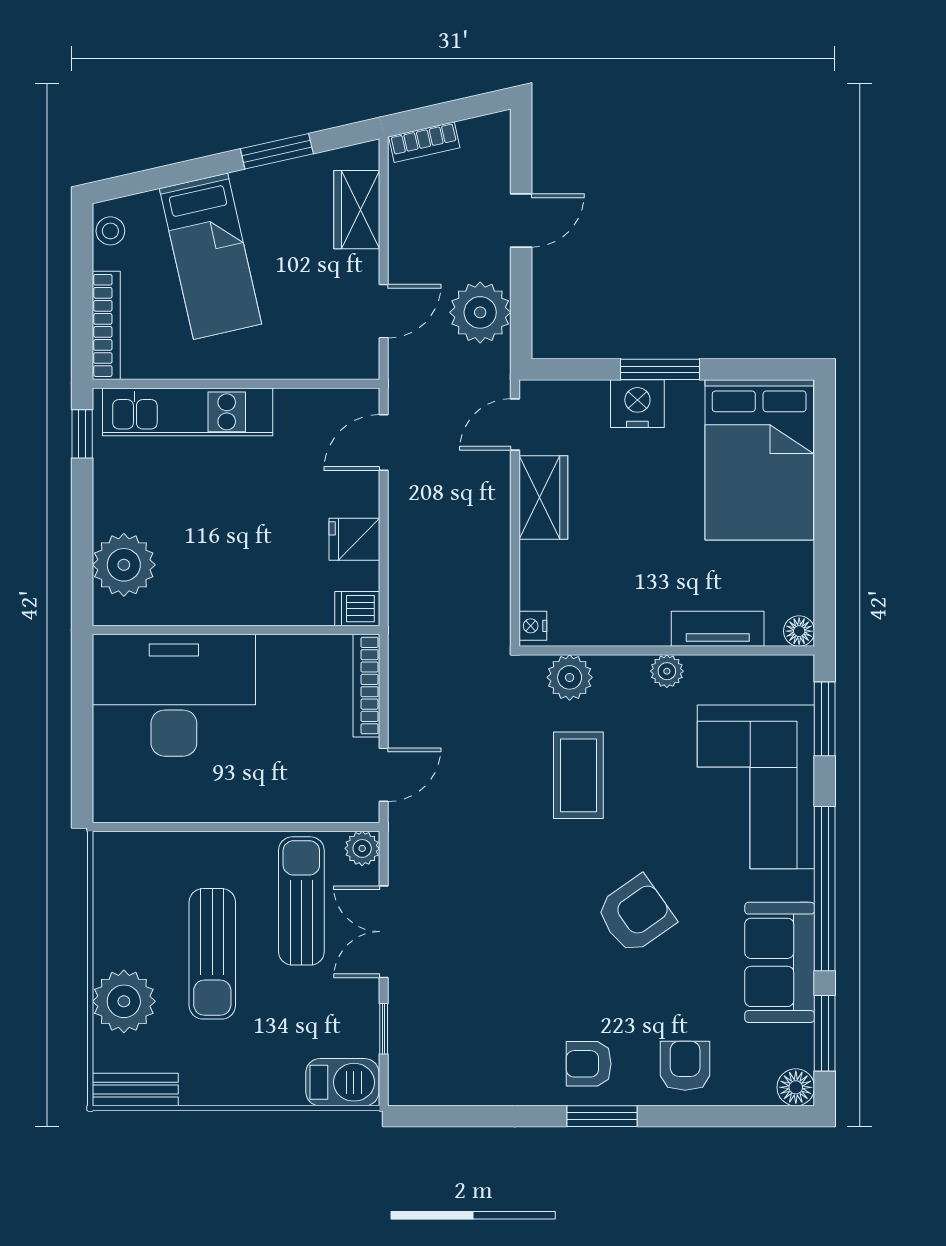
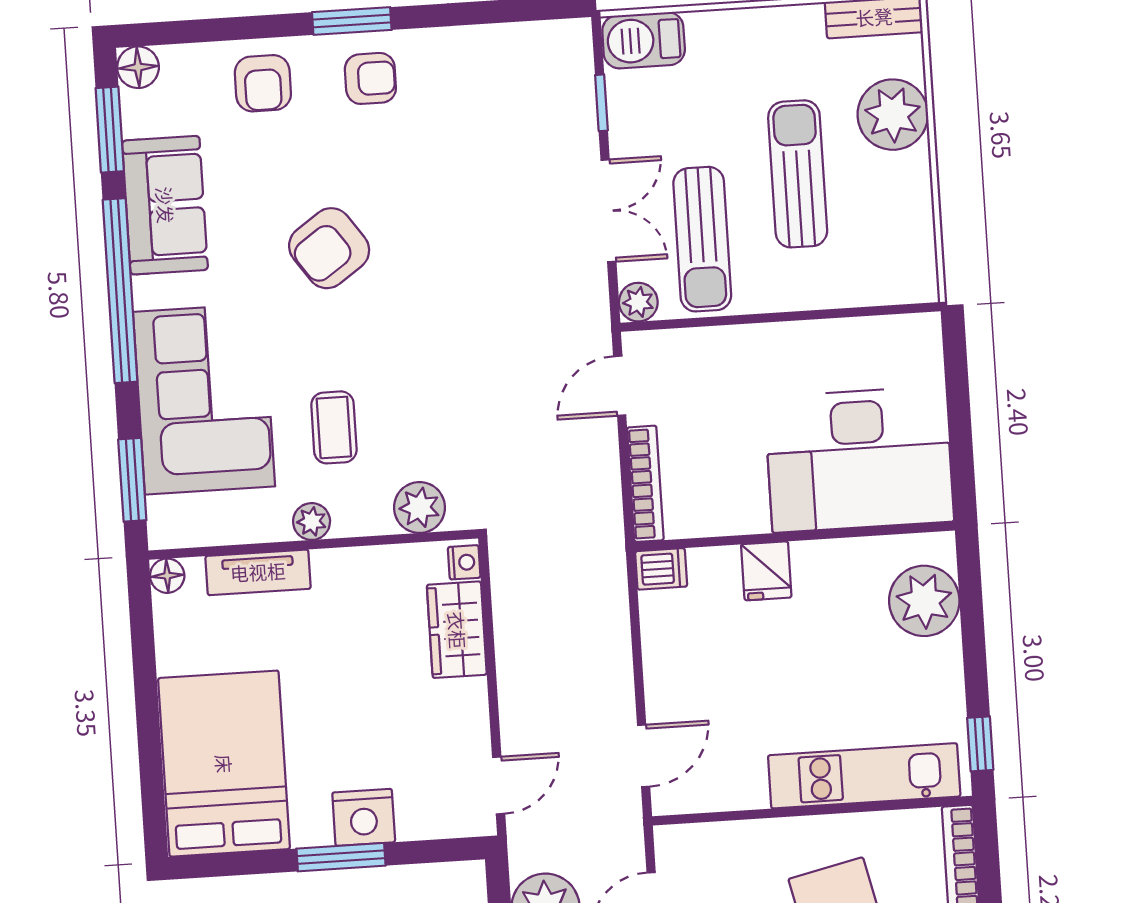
wardrobe: (543, 498) -> (457, 630), moved
fridge: (354, 539) -> (766, 571), moved, turned 90
coffee table: (578, 775) -> (334, 427), moved, width x0.73, depth x0.77

